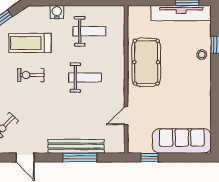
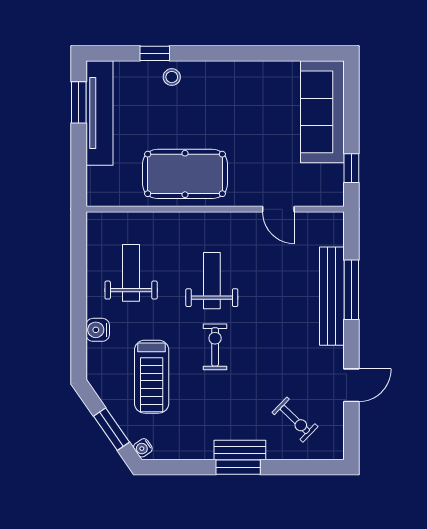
exercise bike: (31, 75) -> (215, 347), moved, turned 180

